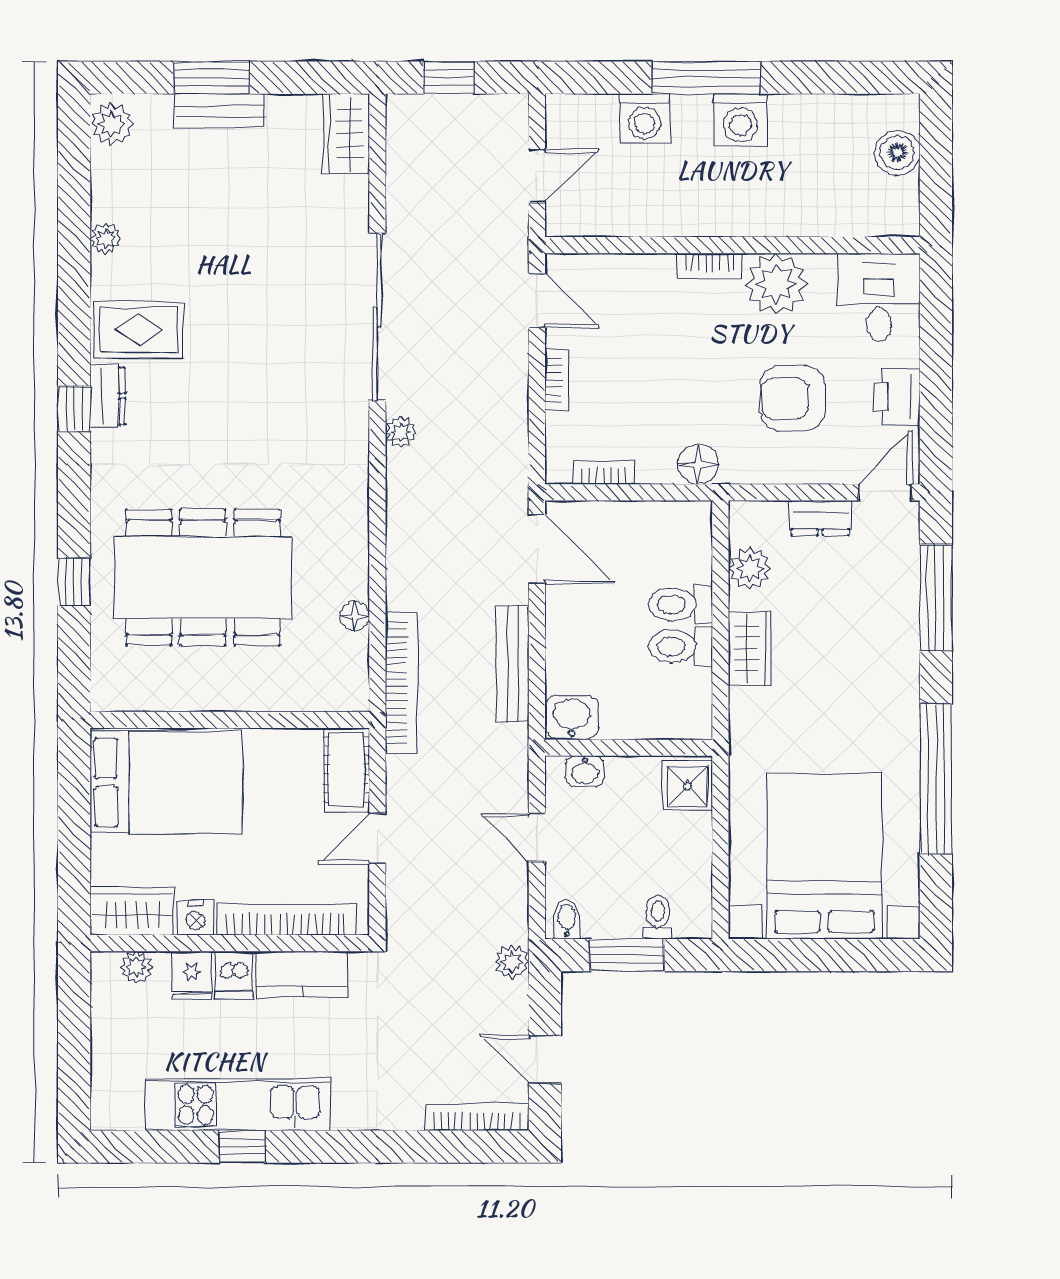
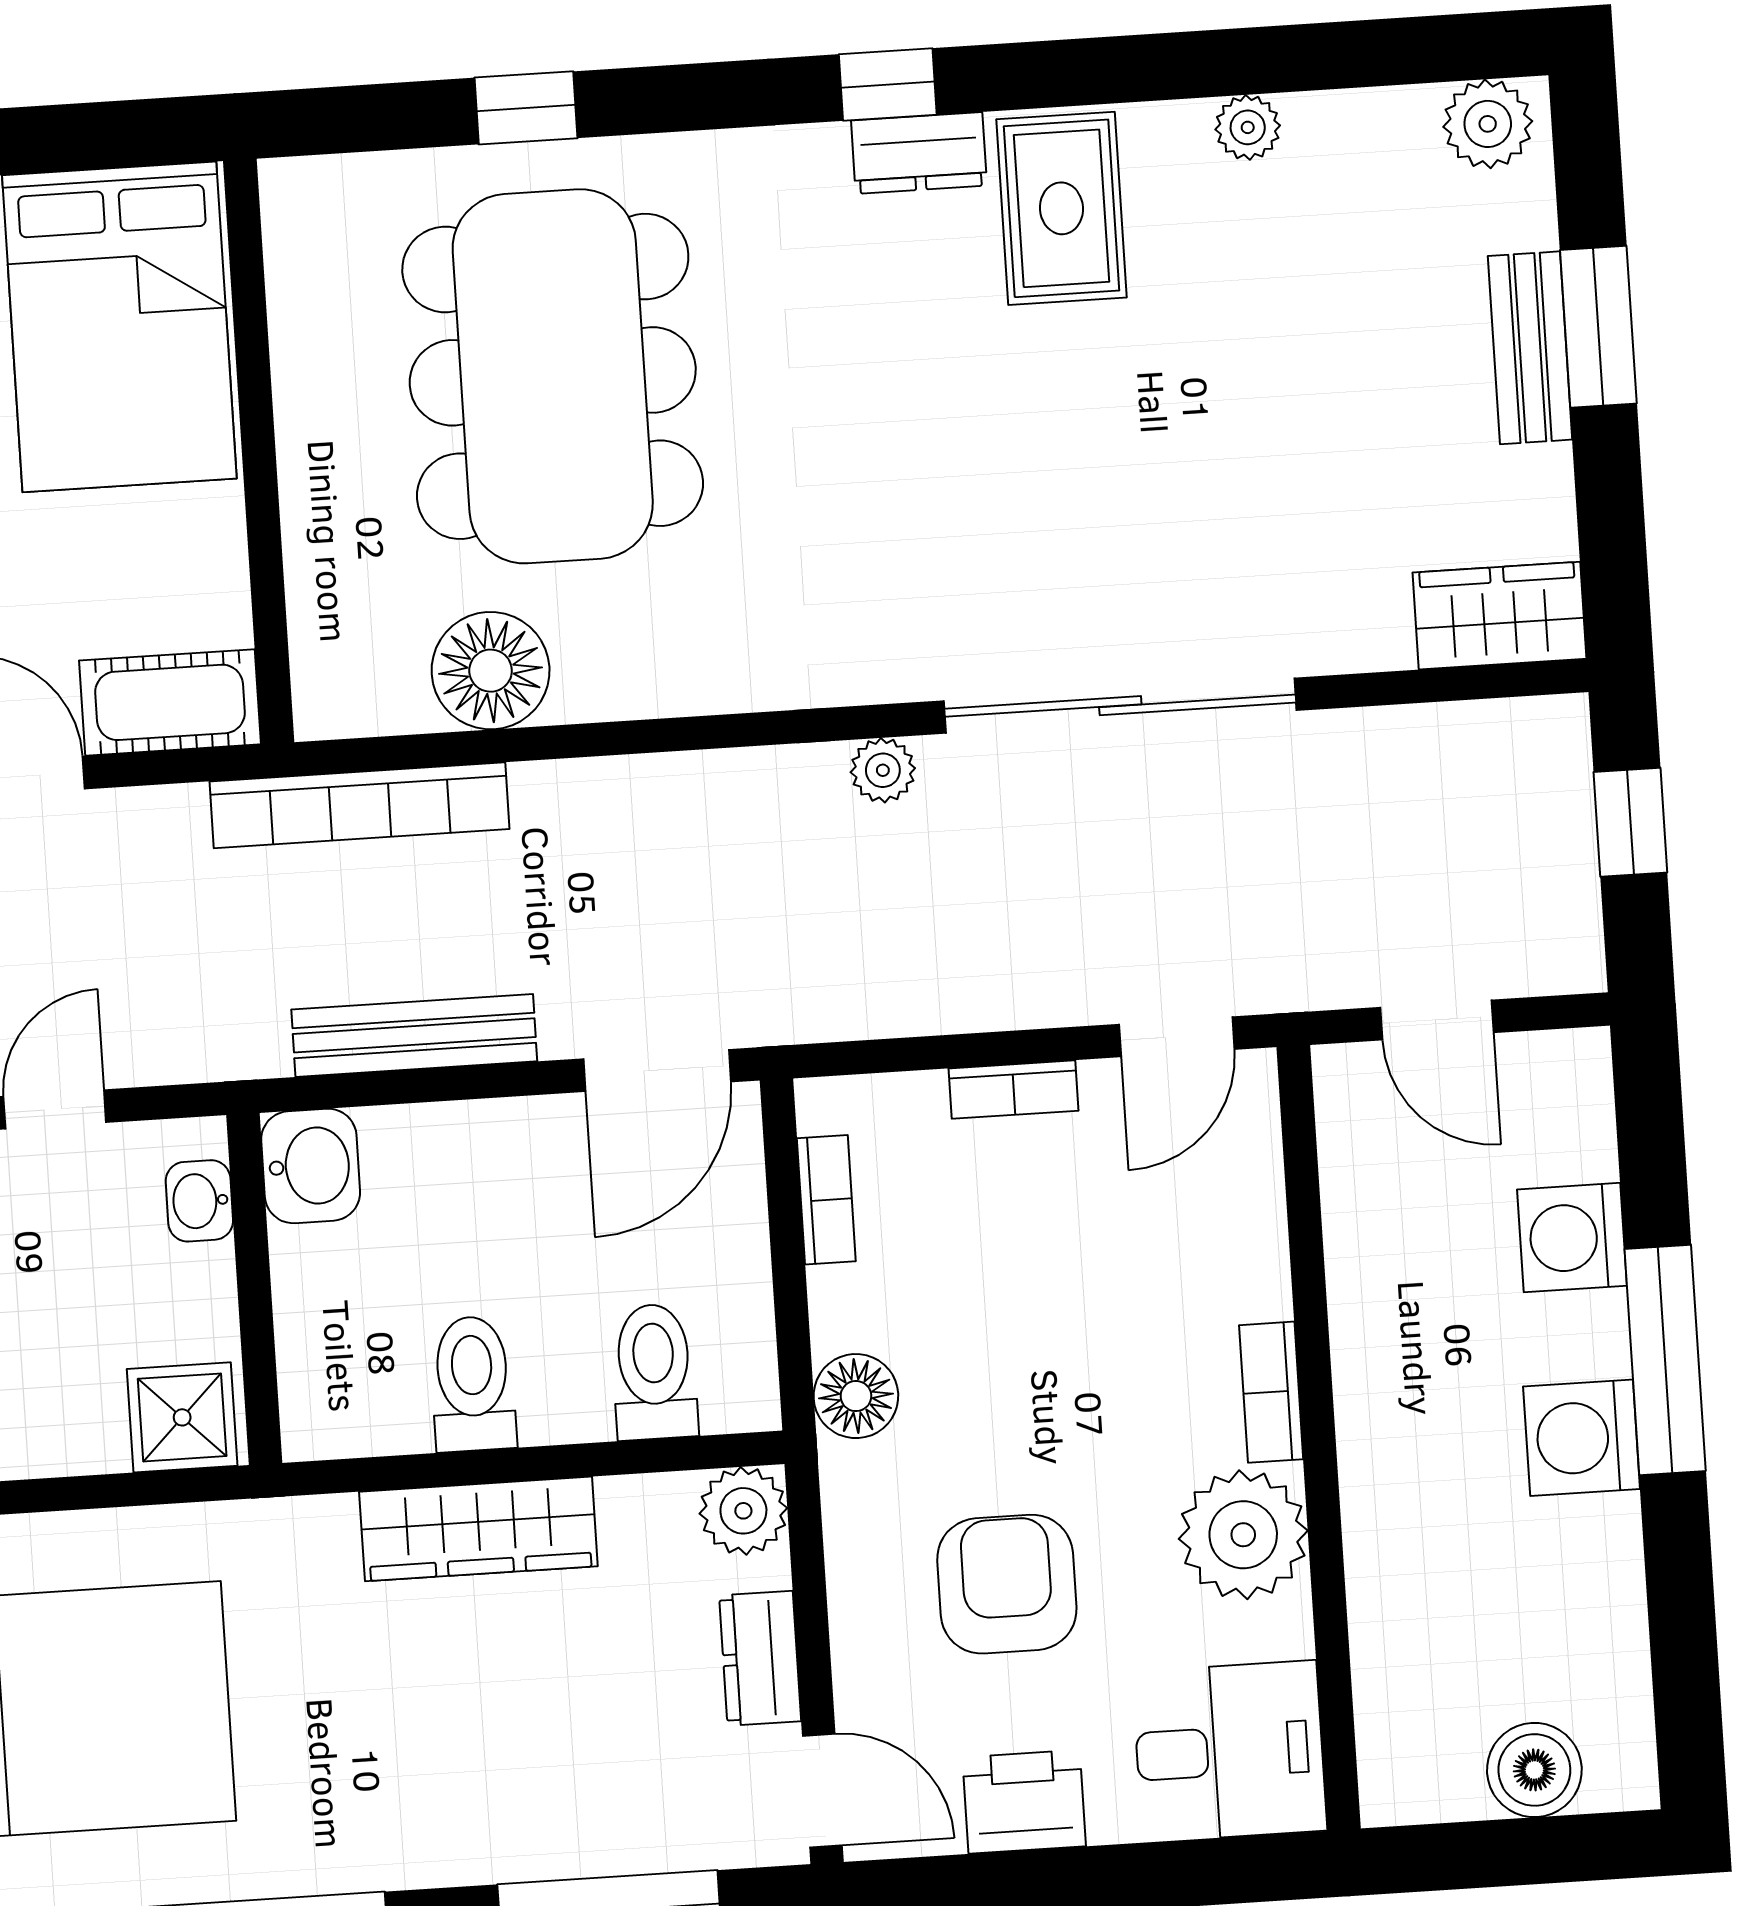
plant: (749, 568) -> (743, 1511), moved
toilet: (680, 604) -> (654, 1372), moved
floor lamp: (354, 616) -> (491, 671), width x1.89, depth x1.89
wardrobe: (750, 648) -> (478, 1529), width x1.50

